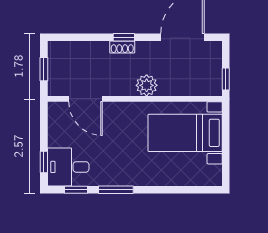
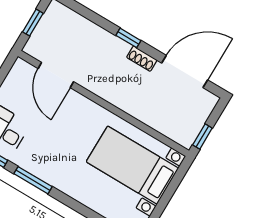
shoe rack: (122, 47) -> (142, 59), moved
plant: (147, 85) -> (123, 97), removed

